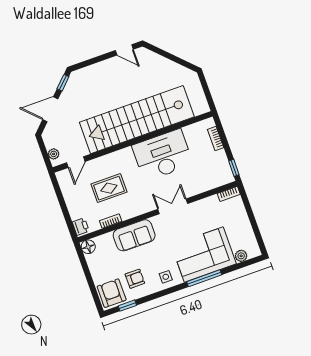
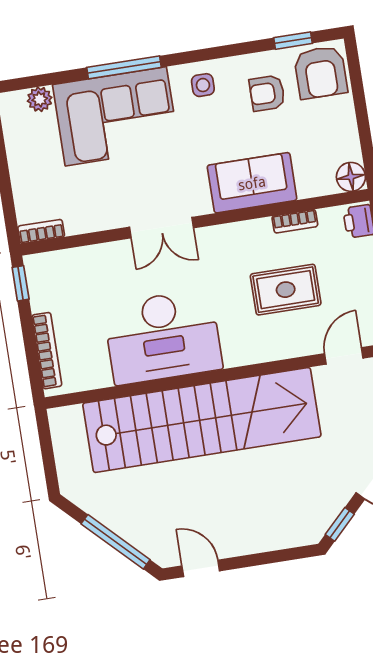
window: (167, 55) -> (116, 542), added
bookcase: (216, 139) -> (47, 351), width x1.56

